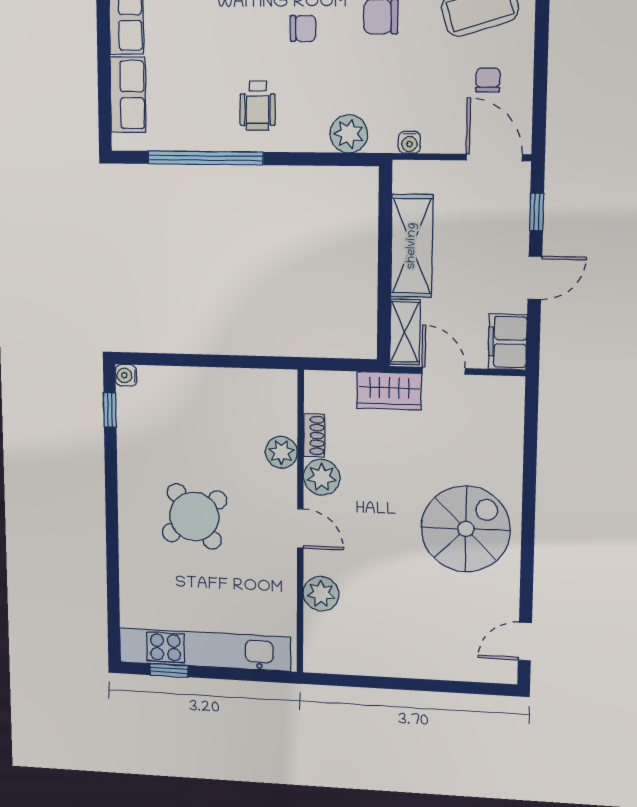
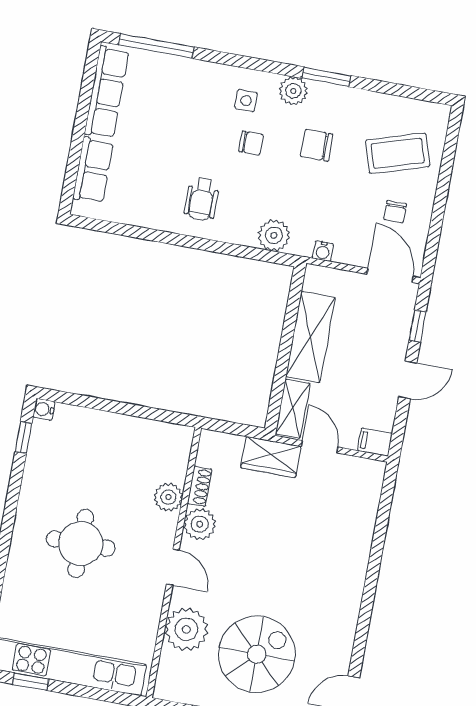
chair: (488, 80) -> (395, 212), turned 180
window: (205, 158) -> (149, 234), removed
filing cabinet: (508, 342) -> (375, 442), width x0.50
round table: (194, 516) -> (81, 543), turned 37
spiral stairs: (466, 529) -> (257, 654), moved
plant: (321, 594) -> (186, 629), width x1.36, depth x1.36

